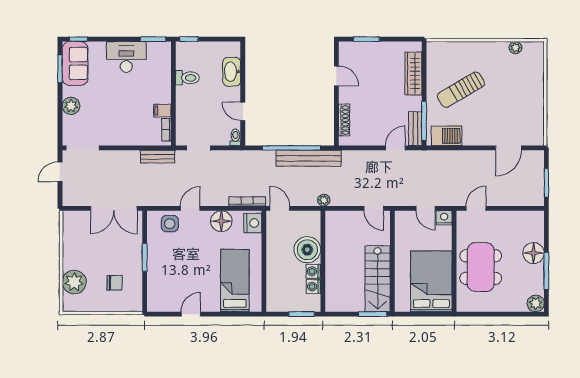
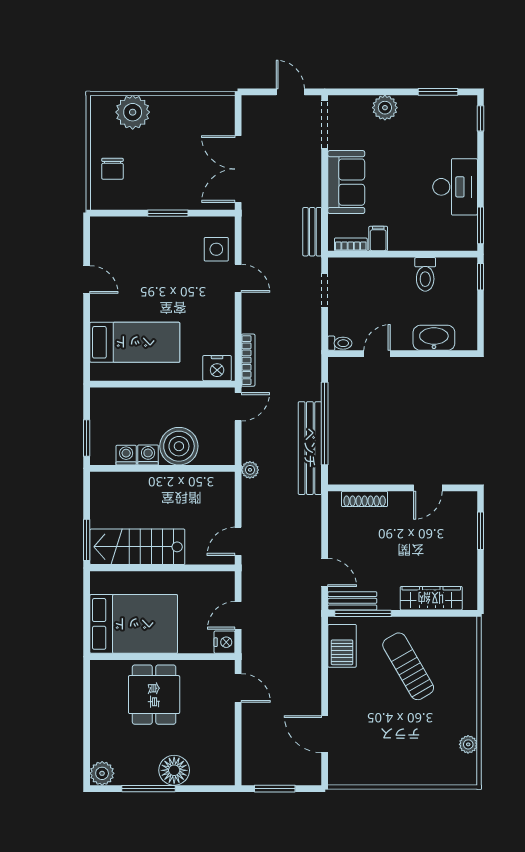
sofa: (75, 63) -> (346, 182), moved, turned -90
floor lamp: (221, 221) -> (220, 323), removed
dining table: (481, 267) -> (154, 695), width x0.73
chair: (115, 283) -> (112, 169), moved

